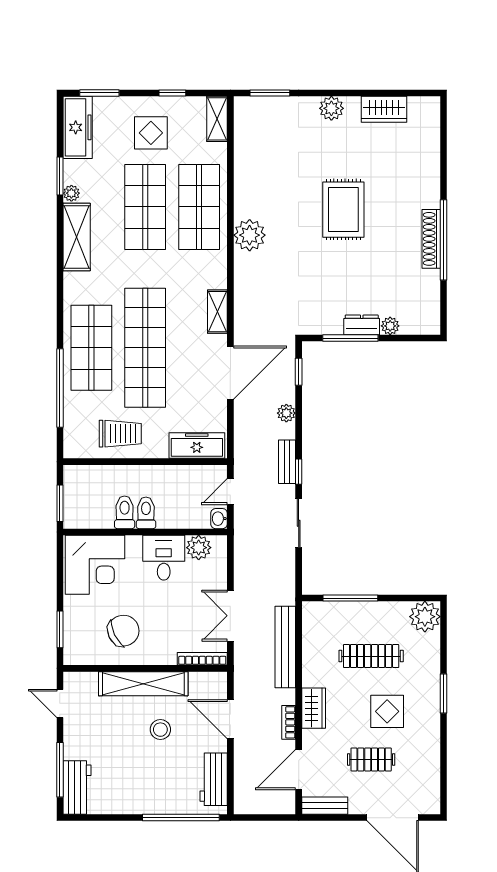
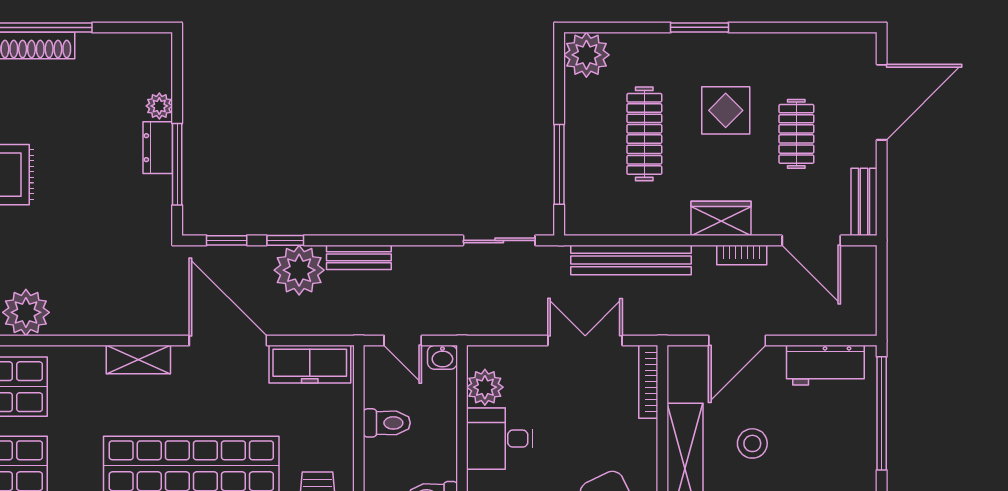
plant: (286, 413) -> (299, 270), width x1.87, depth x1.87
freezer: (197, 446) -> (310, 364), moved, turned -90
window: (299, 472) -> (285, 240), moved
toilet: (146, 513) -> (387, 423), moved, turned 180
sliding door: (299, 523) -> (499, 240), moved
double door: (230, 616) -> (585, 341), swing flipped

